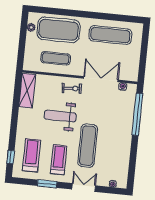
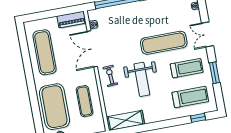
piano: (133, 68) -> (72, 20), added
treadmill: (31, 155) -> (190, 97), turned 180
treadmill: (59, 160) -> (187, 68), turned 180

